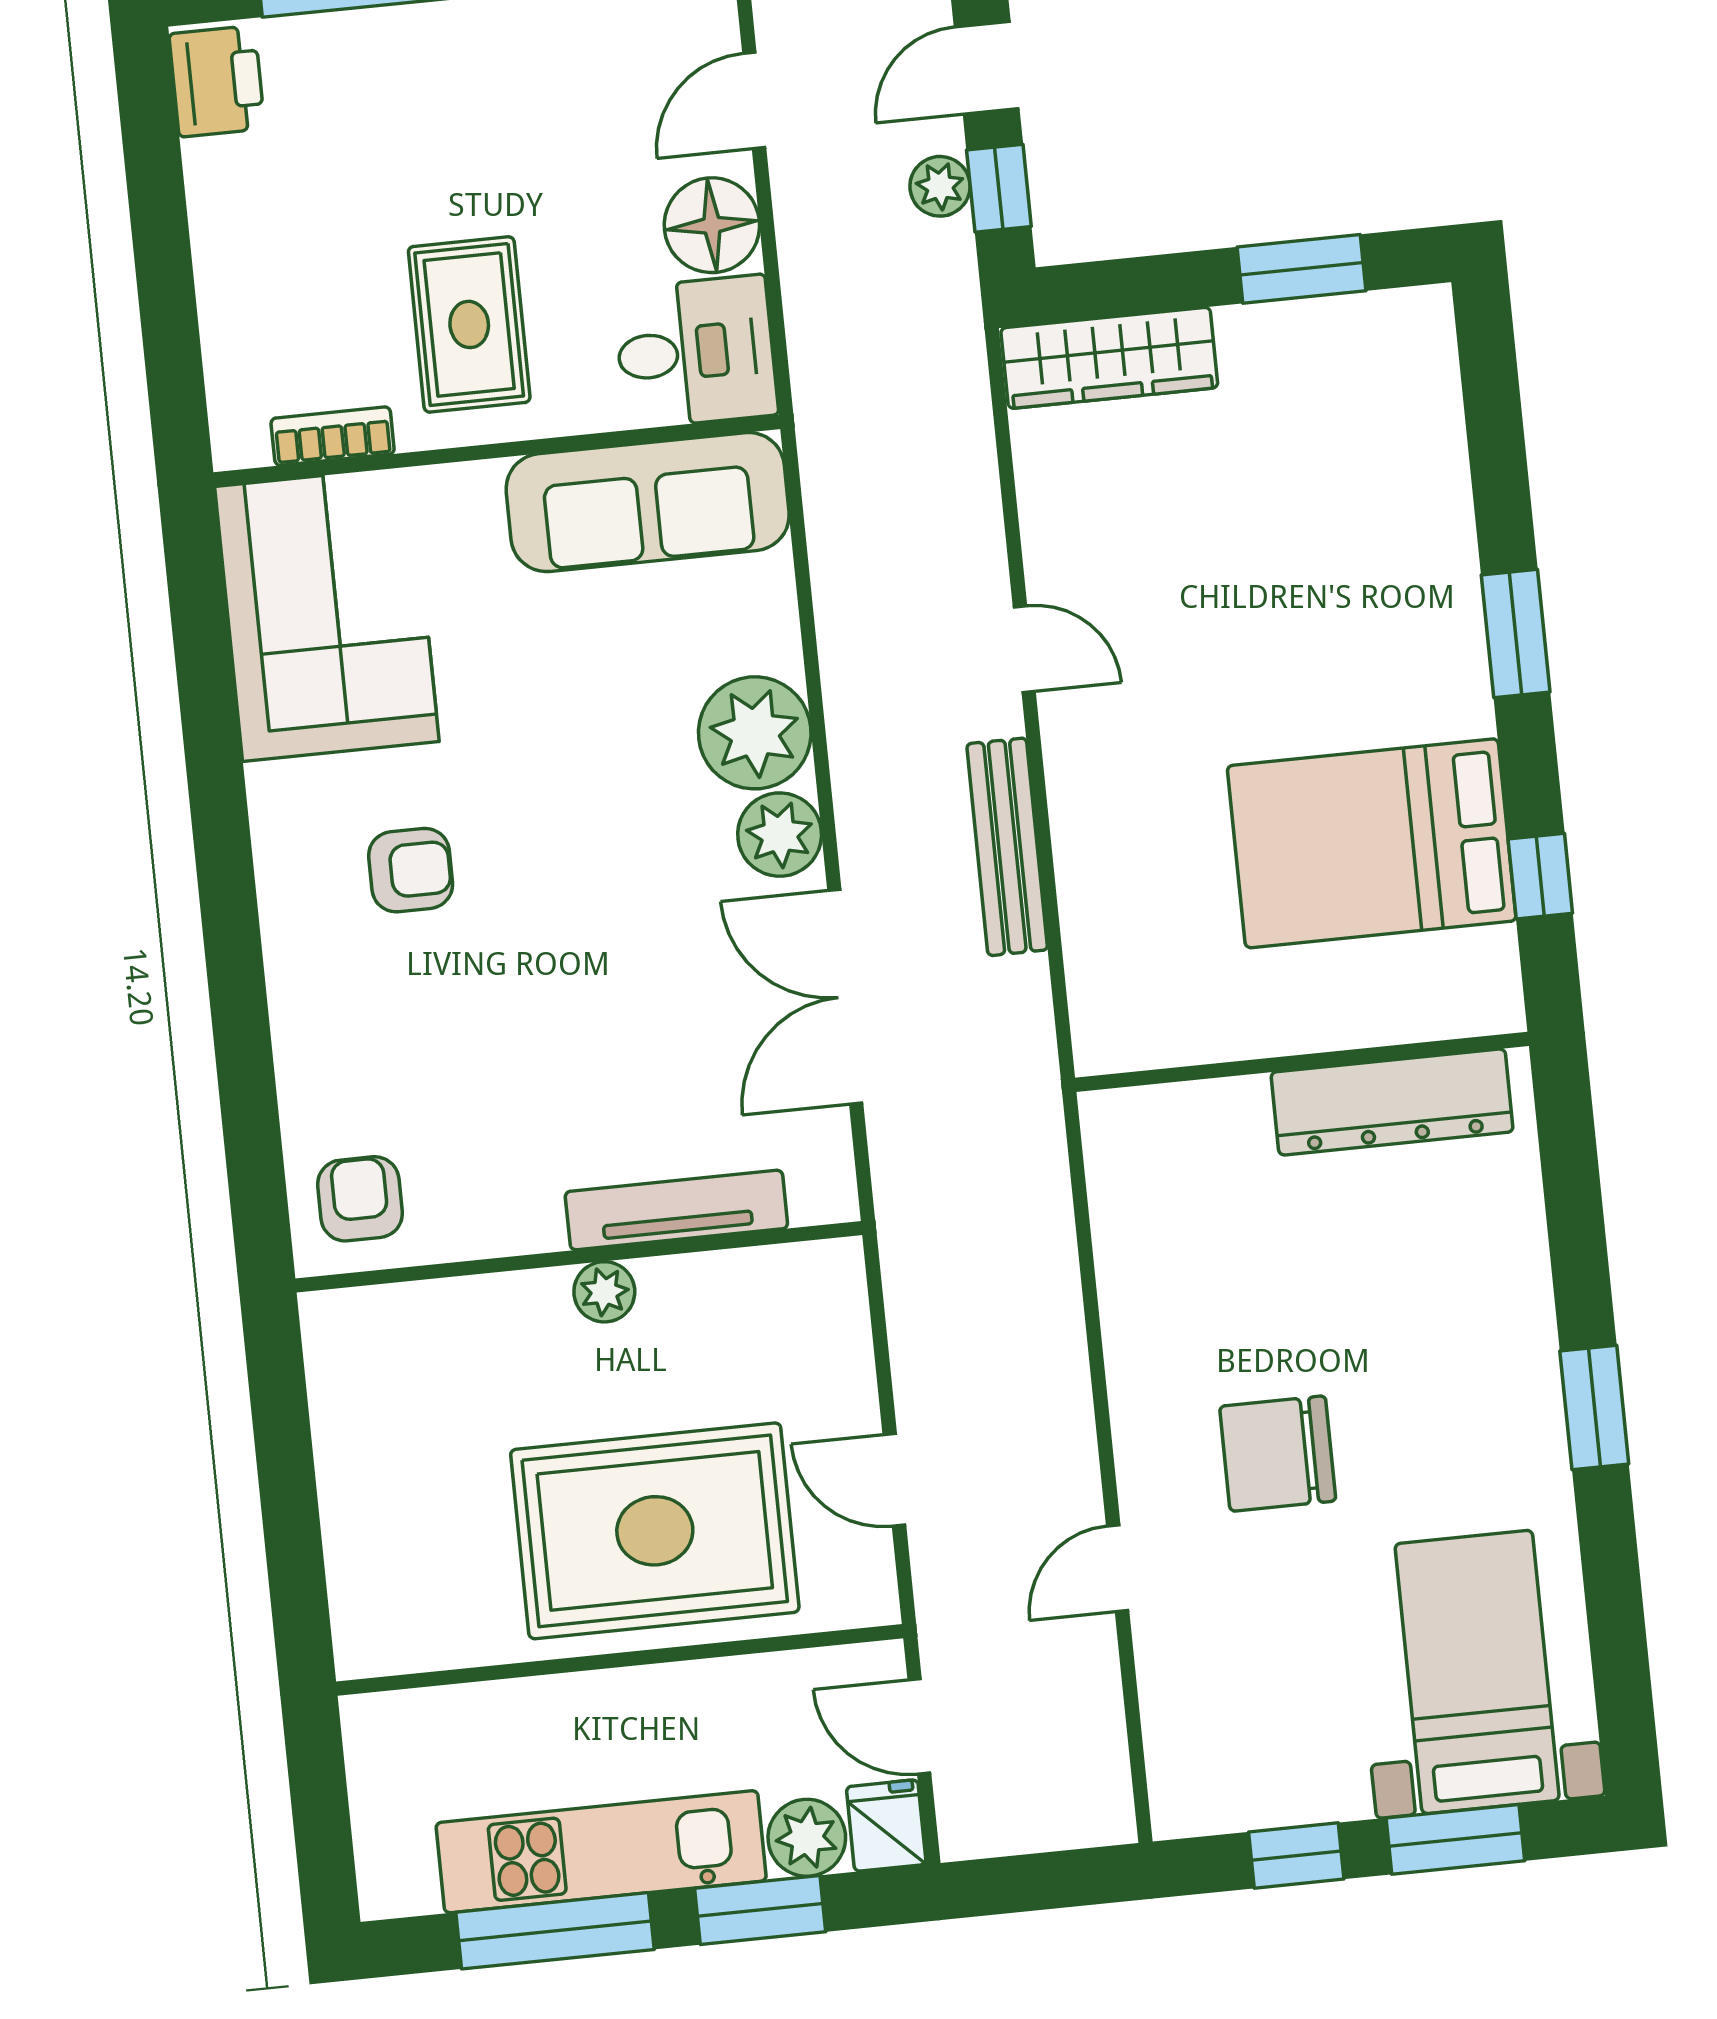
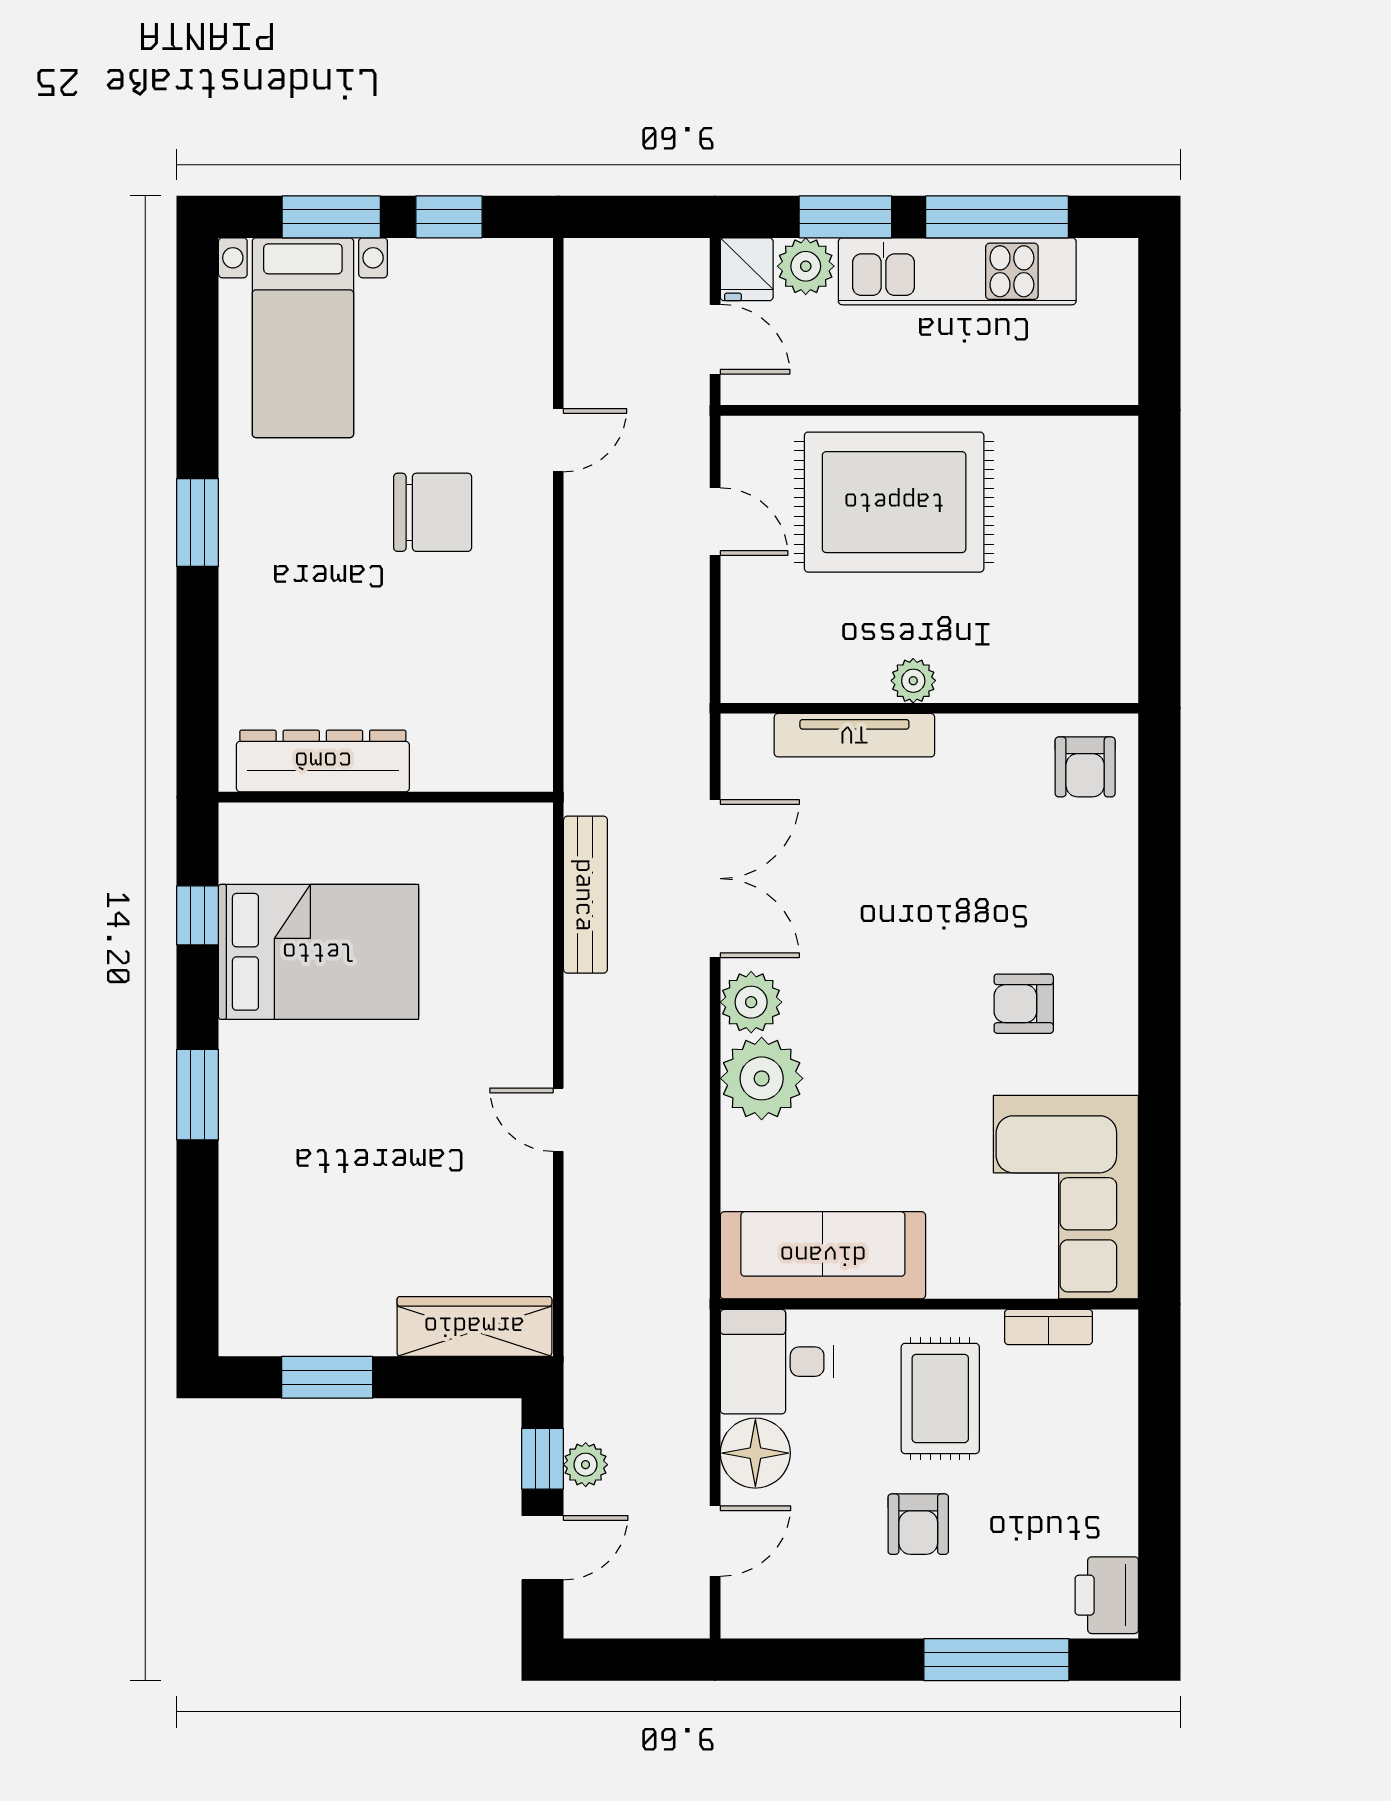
armchair: (482, 151) -> (918, 1524), added
bench: (1007, 847) -> (585, 895), moved

